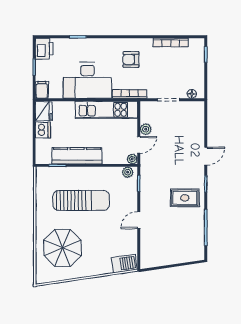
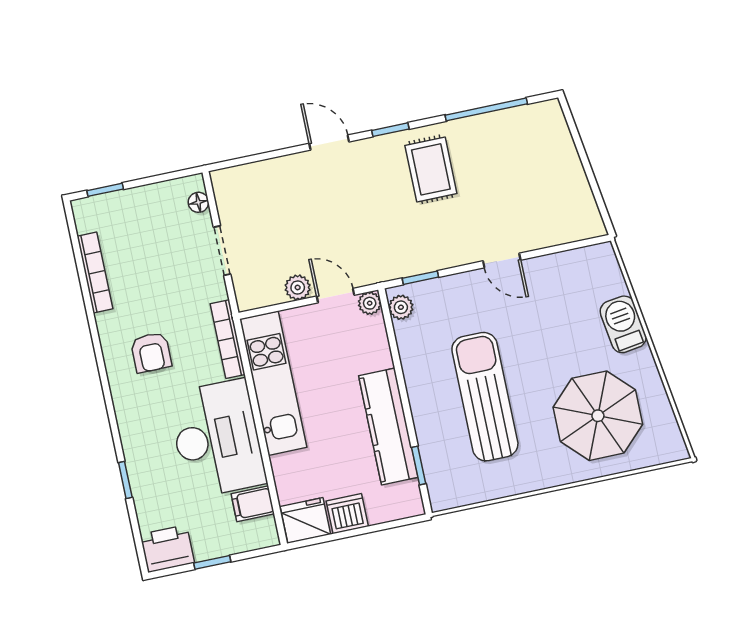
filing cabinet: (42, 90) -> (253, 504), moved
barbecue: (124, 264) -> (623, 324), moved

